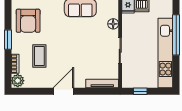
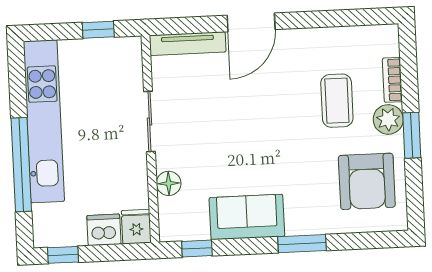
armchair: (28, 21) -> (367, 181), turned 180
plant: (18, 81) -> (388, 119), moved
door: (63, 91) -> (251, 22), moved

